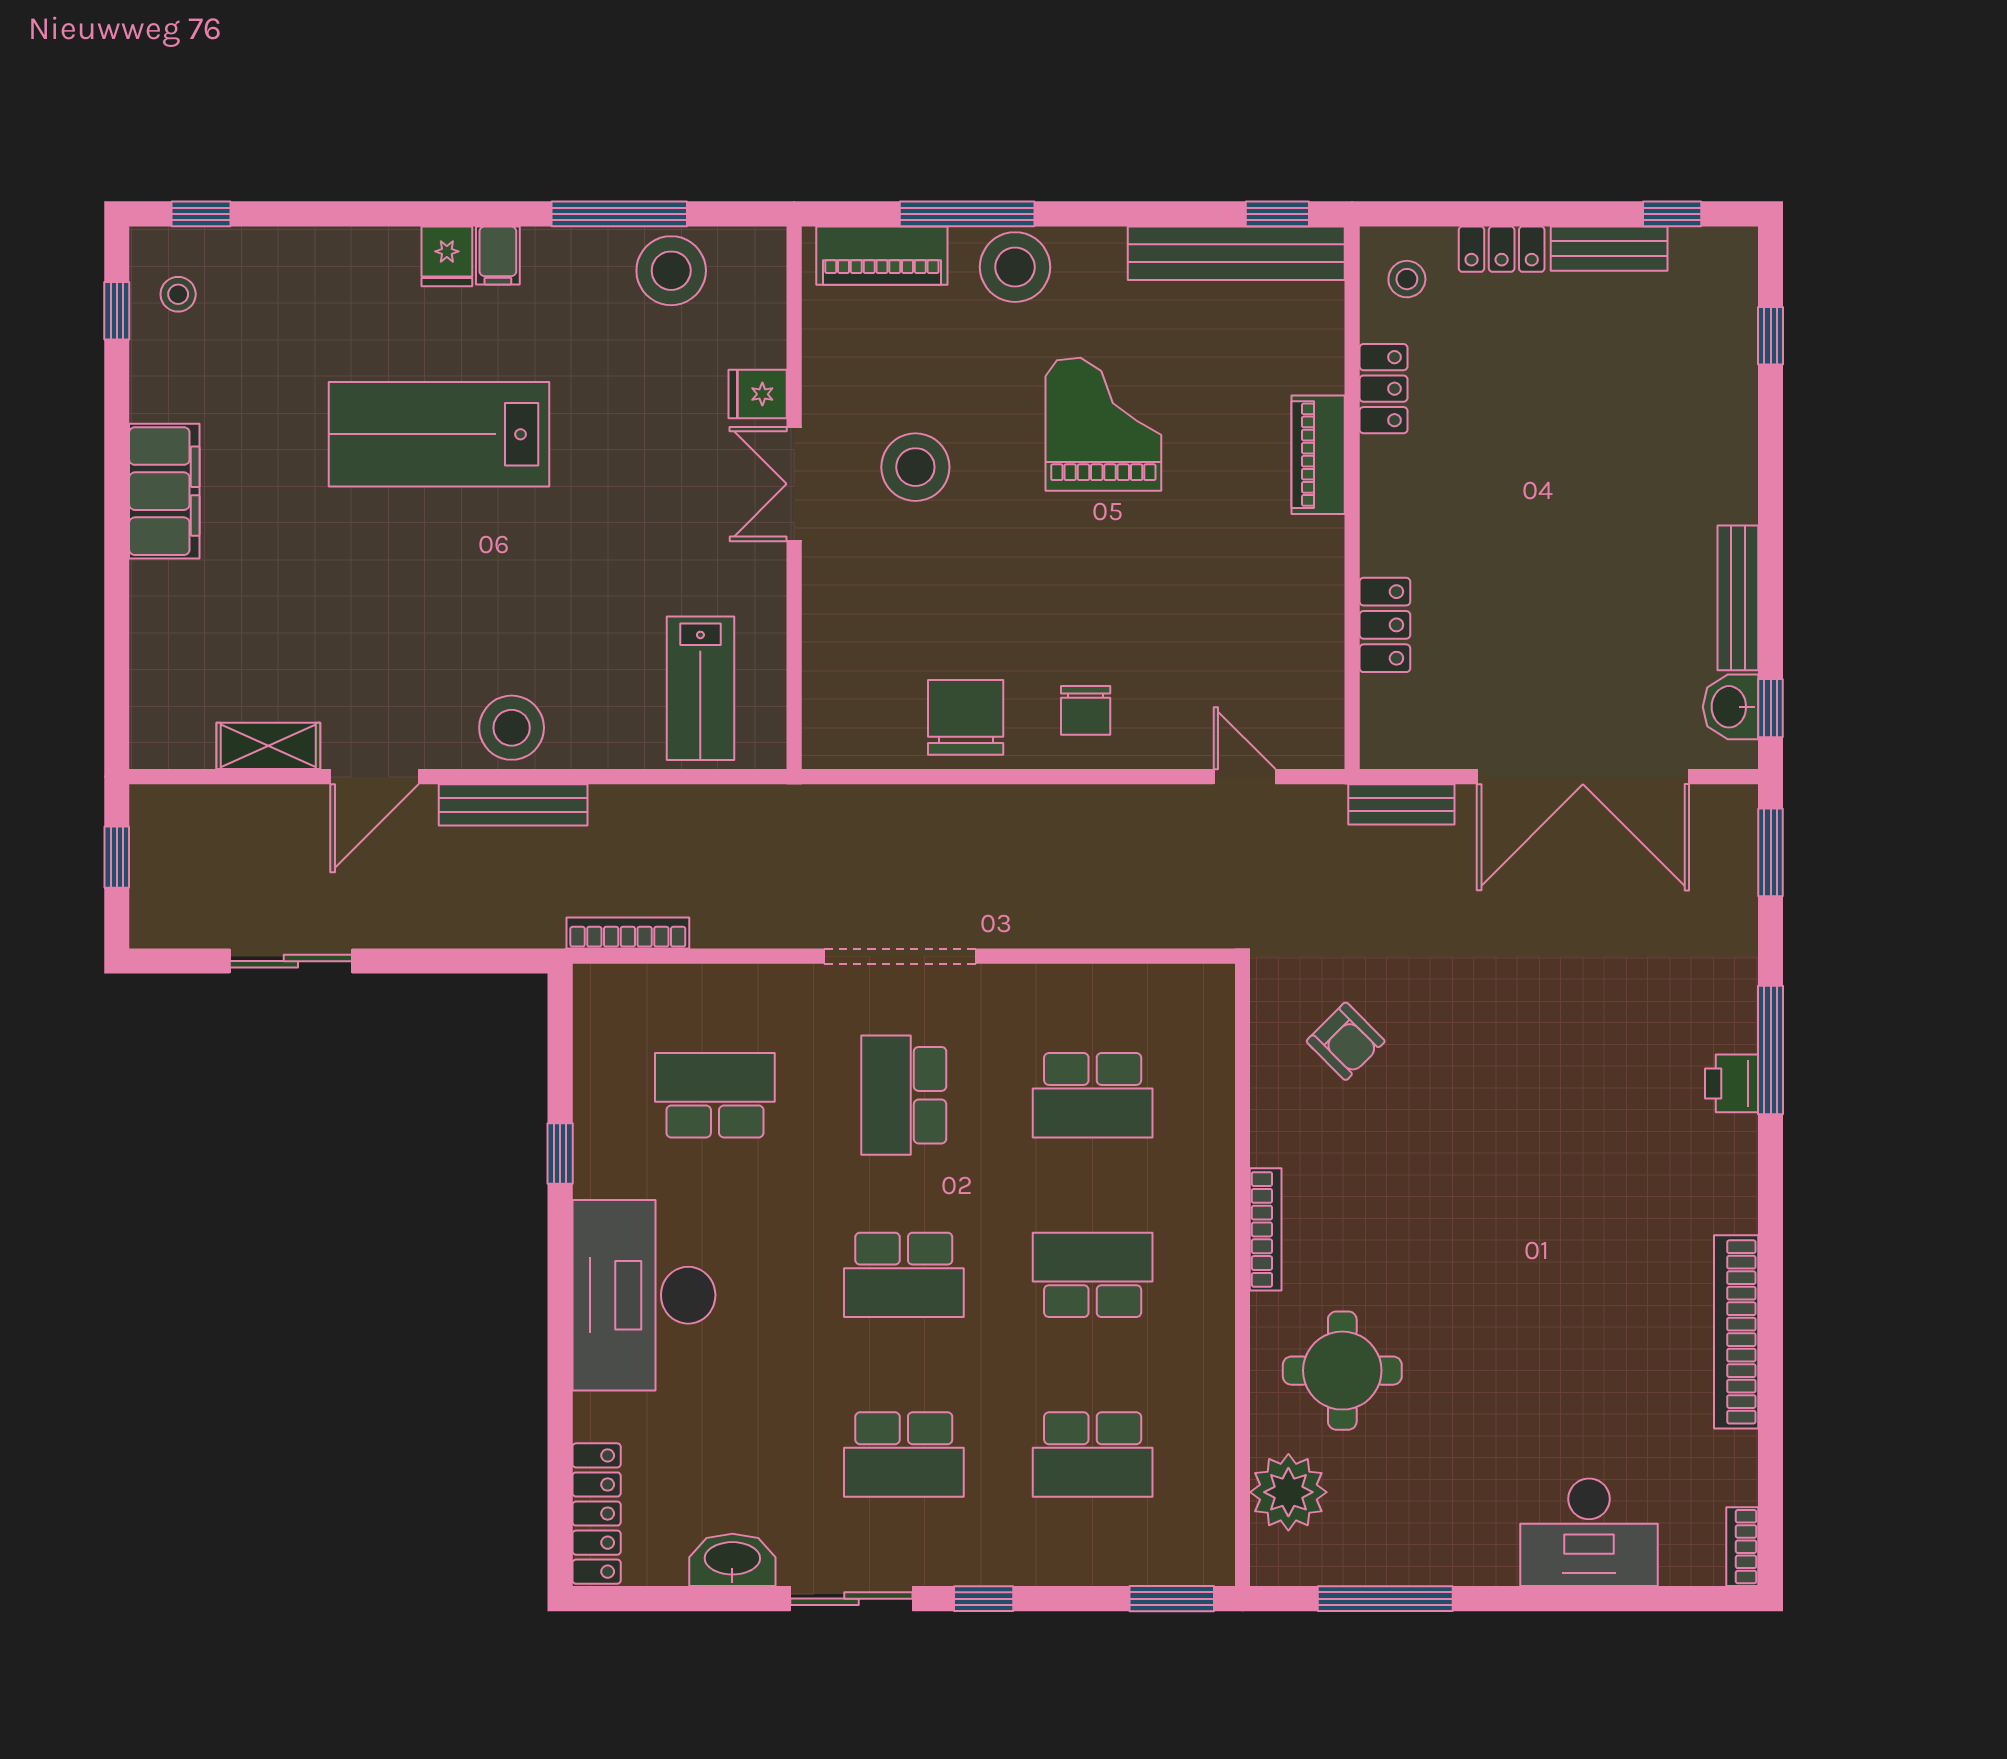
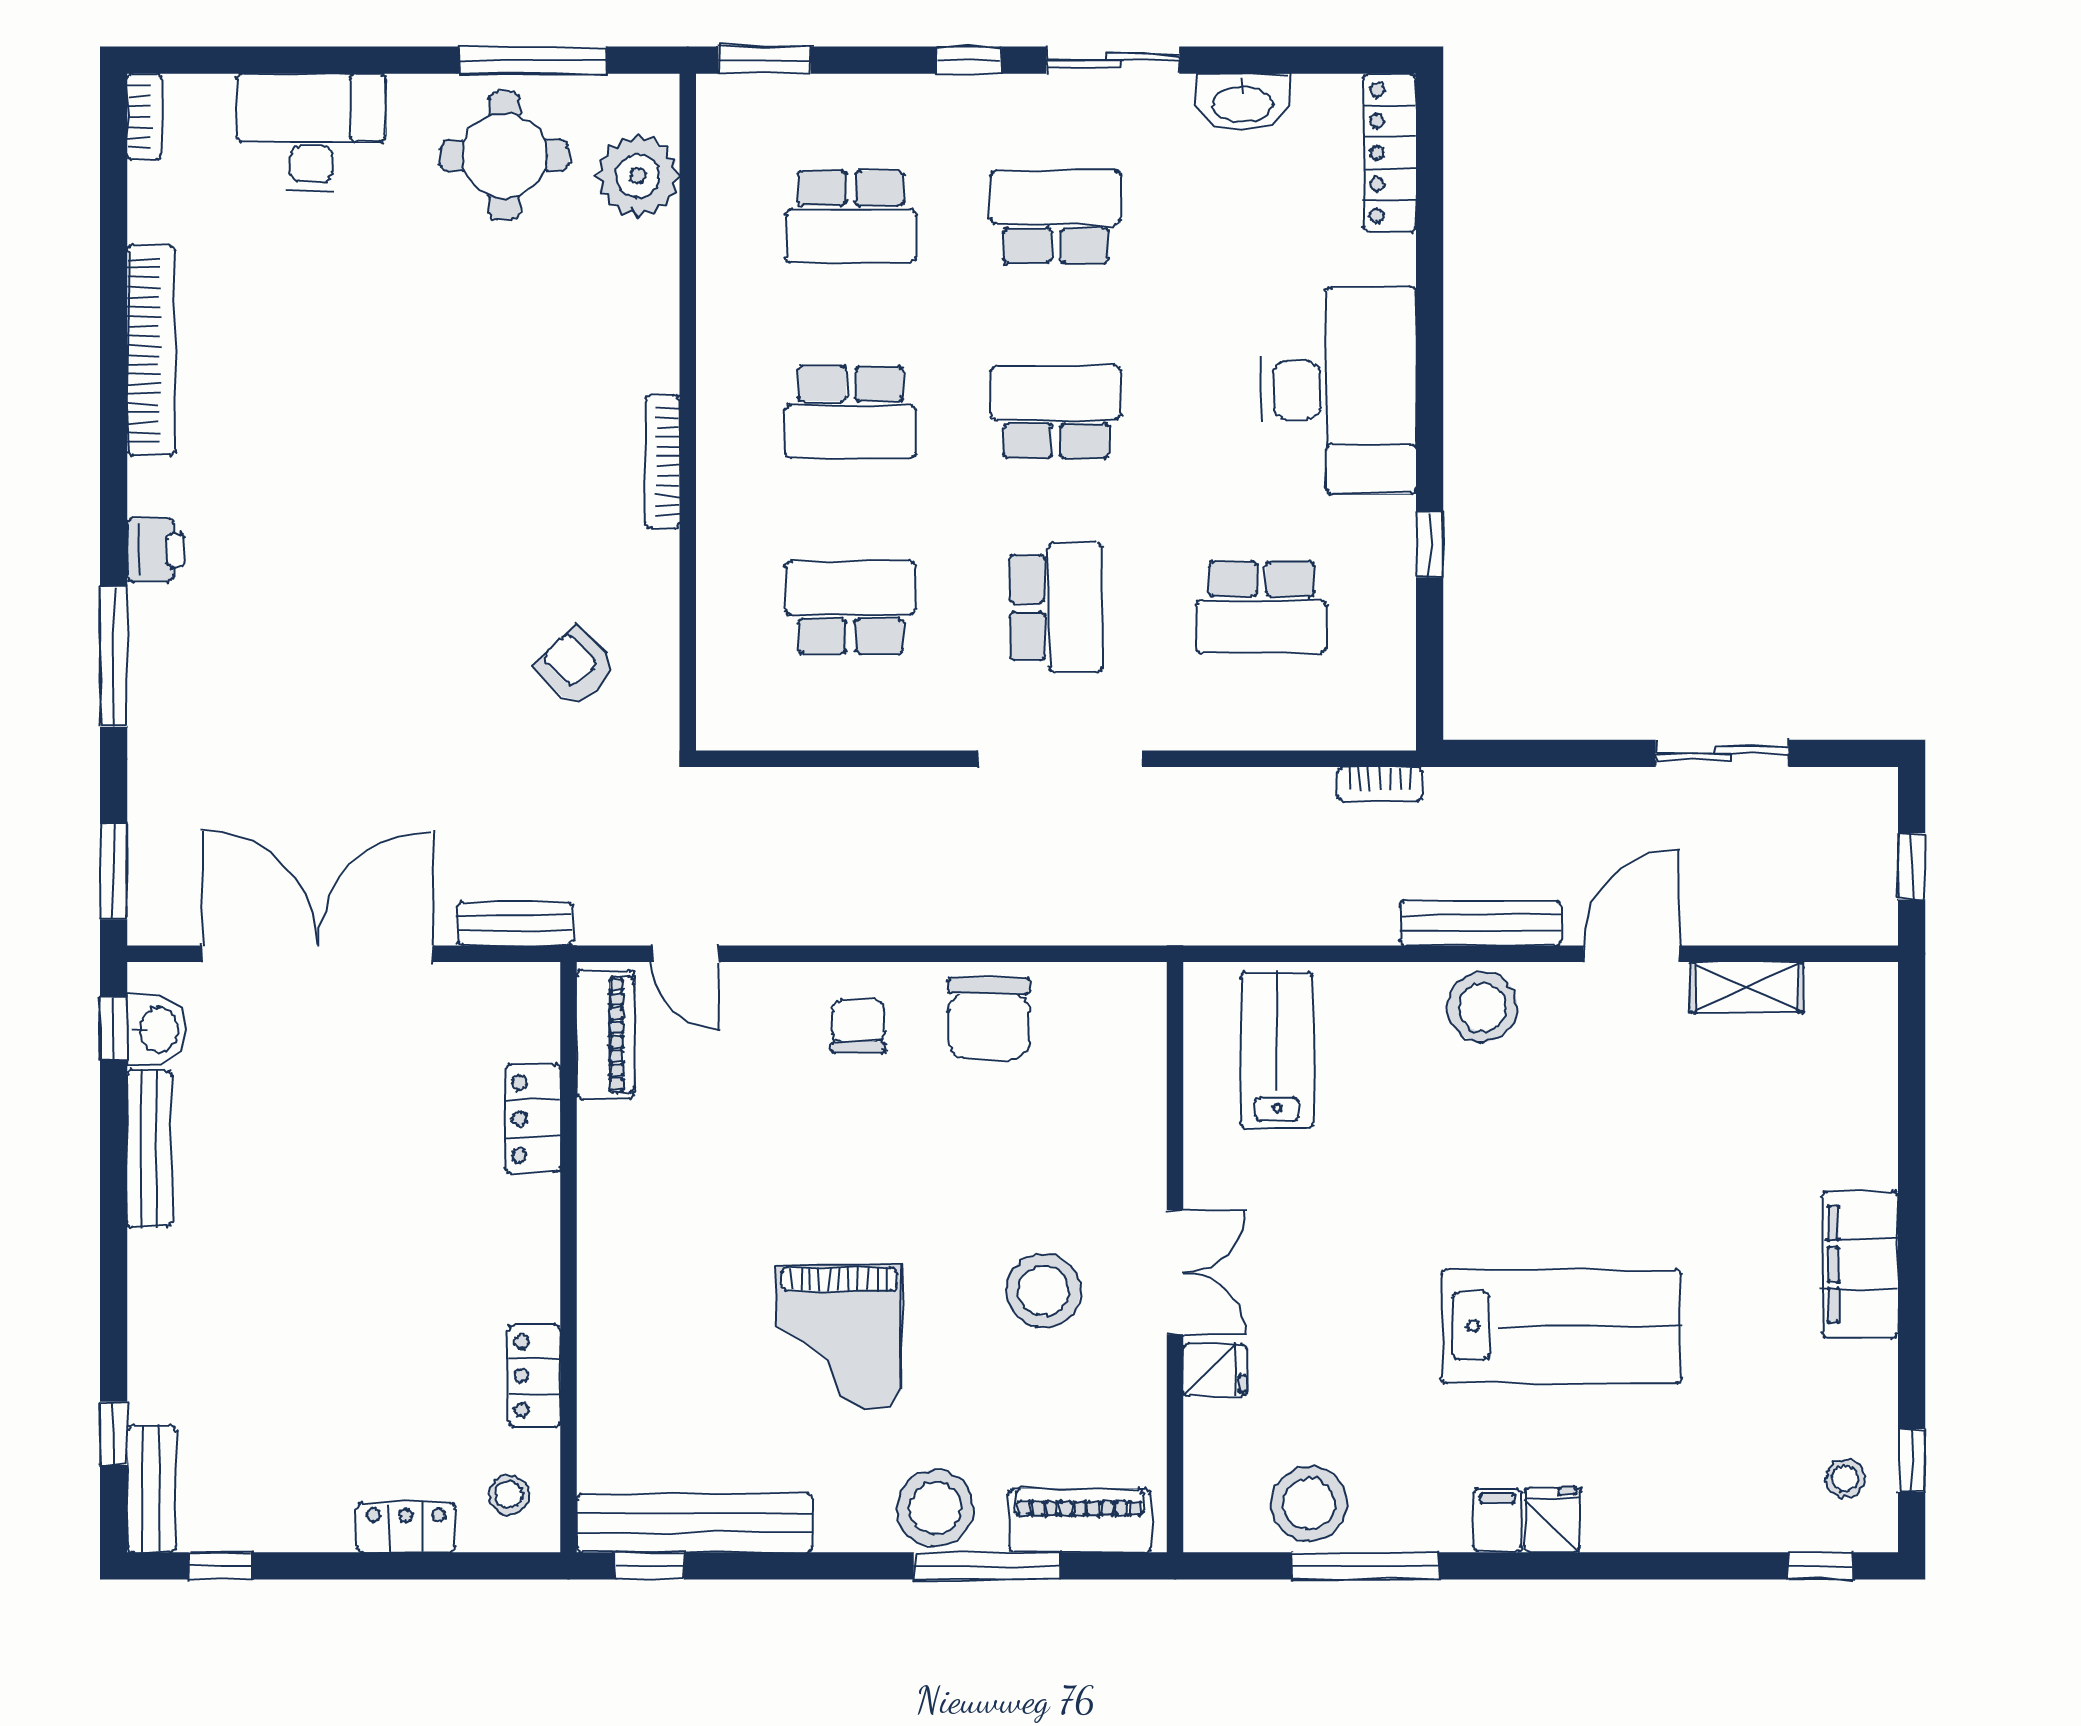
bench: (1609, 249) -> (151, 1489), moved, turned 90
piano: (1318, 455) -> (606, 1035), moved
bookcase: (628, 933) -> (1380, 784), width x0.64
printer: (1732, 1083) -> (156, 550), moved
round table: (1342, 1371) -> (504, 155), moved
school desk: (1093, 1454) -> (851, 217), turned 180

